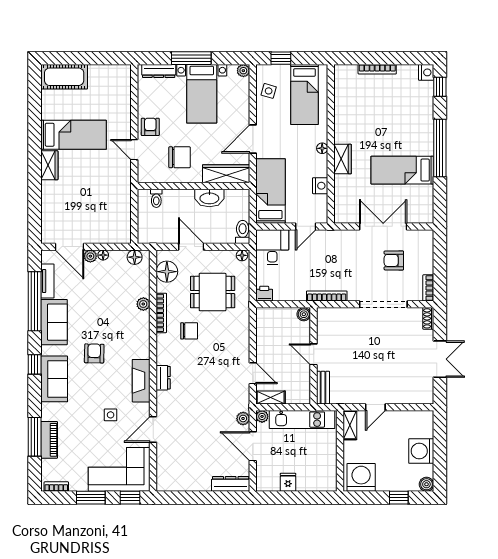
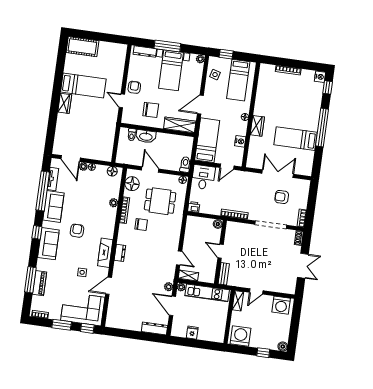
washbasin: (209, 198) -> (146, 136), moved
washing machine: (421, 451) -> (281, 305), moved, turned -90

